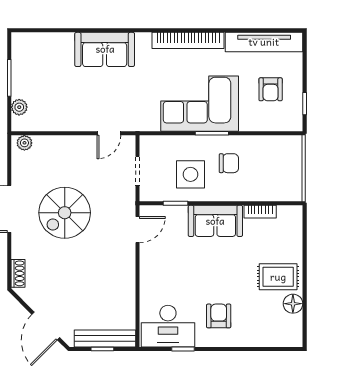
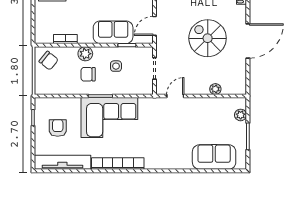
sofa: (105, 49) -> (214, 157), moved
plant: (24, 143) -> (215, 89), moved
side table: (190, 174) -> (116, 66), width x0.54, depth x0.54
chair: (283, 182) -> (49, 61), added
plant: (233, 191) -> (85, 54), added
spiral stairs: (65, 213) -> (208, 38), turned -90
sofa: (215, 221) -> (113, 32), moved

